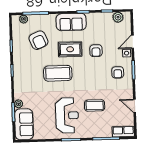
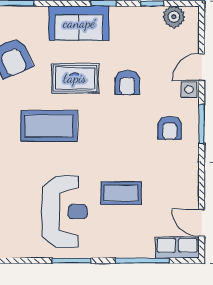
door: (135, 106) -> (202, 223), moved

